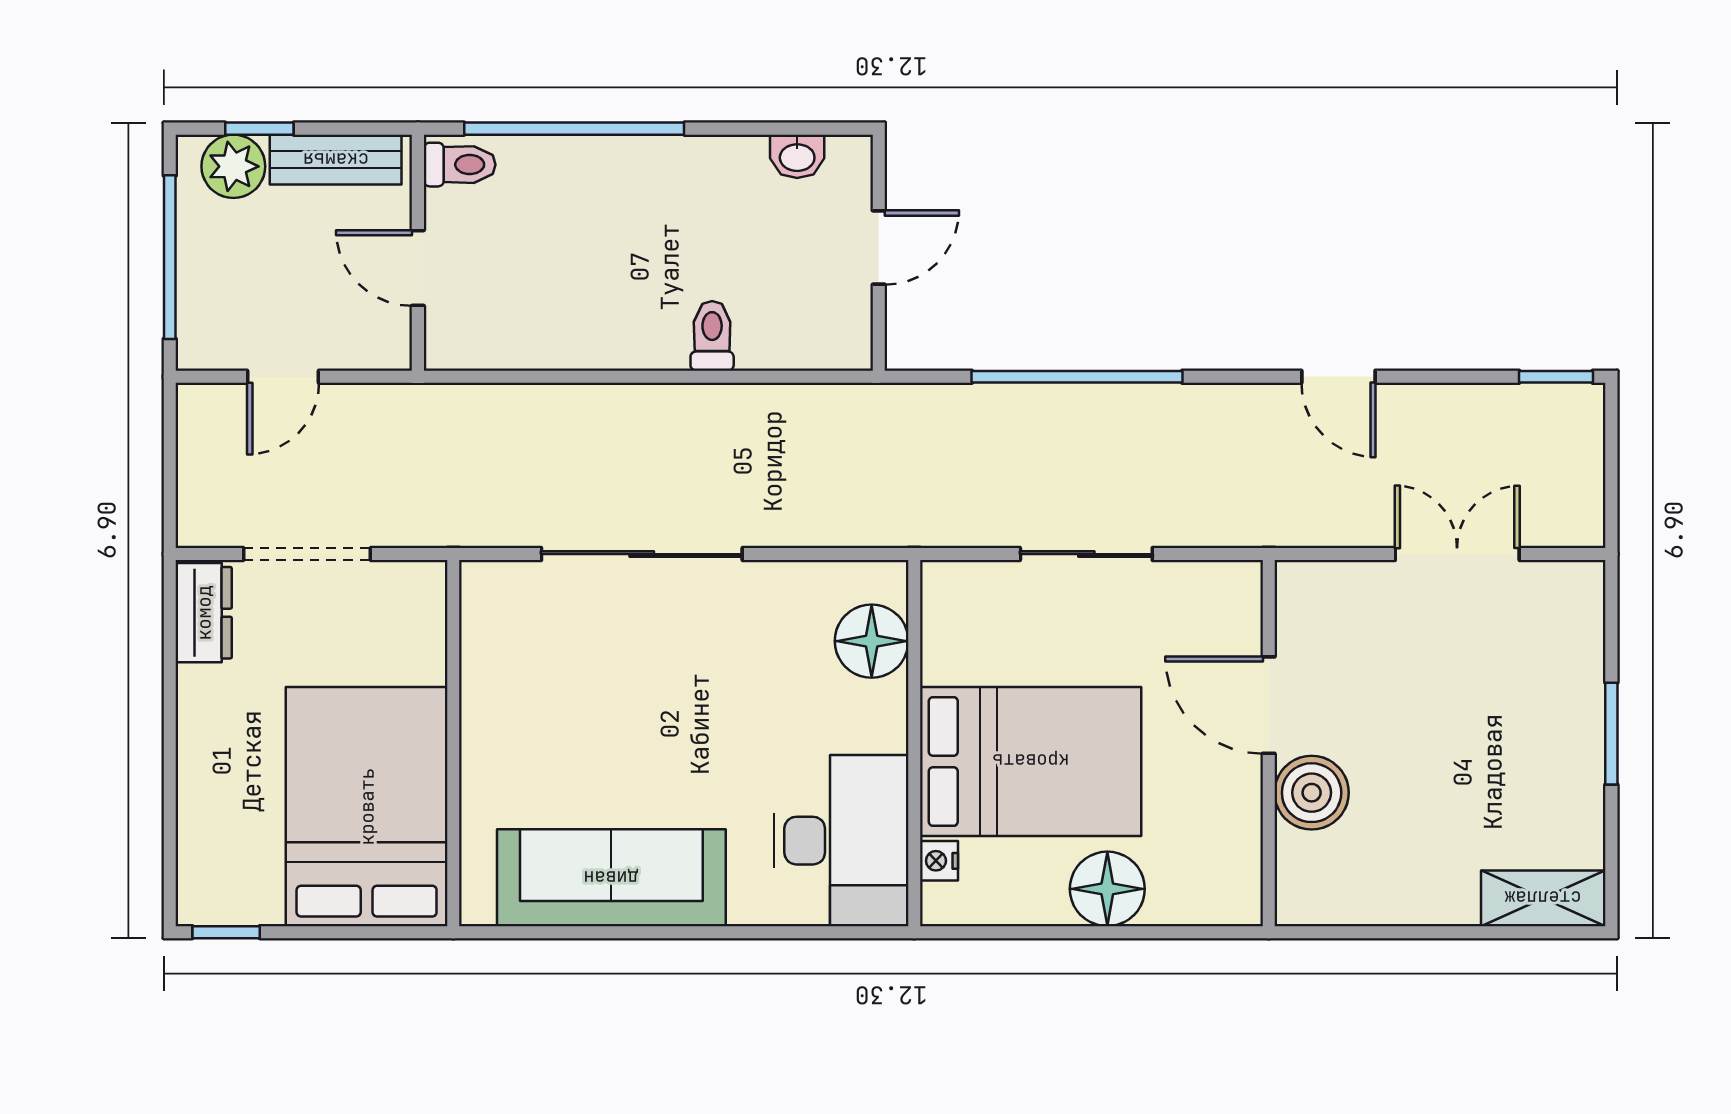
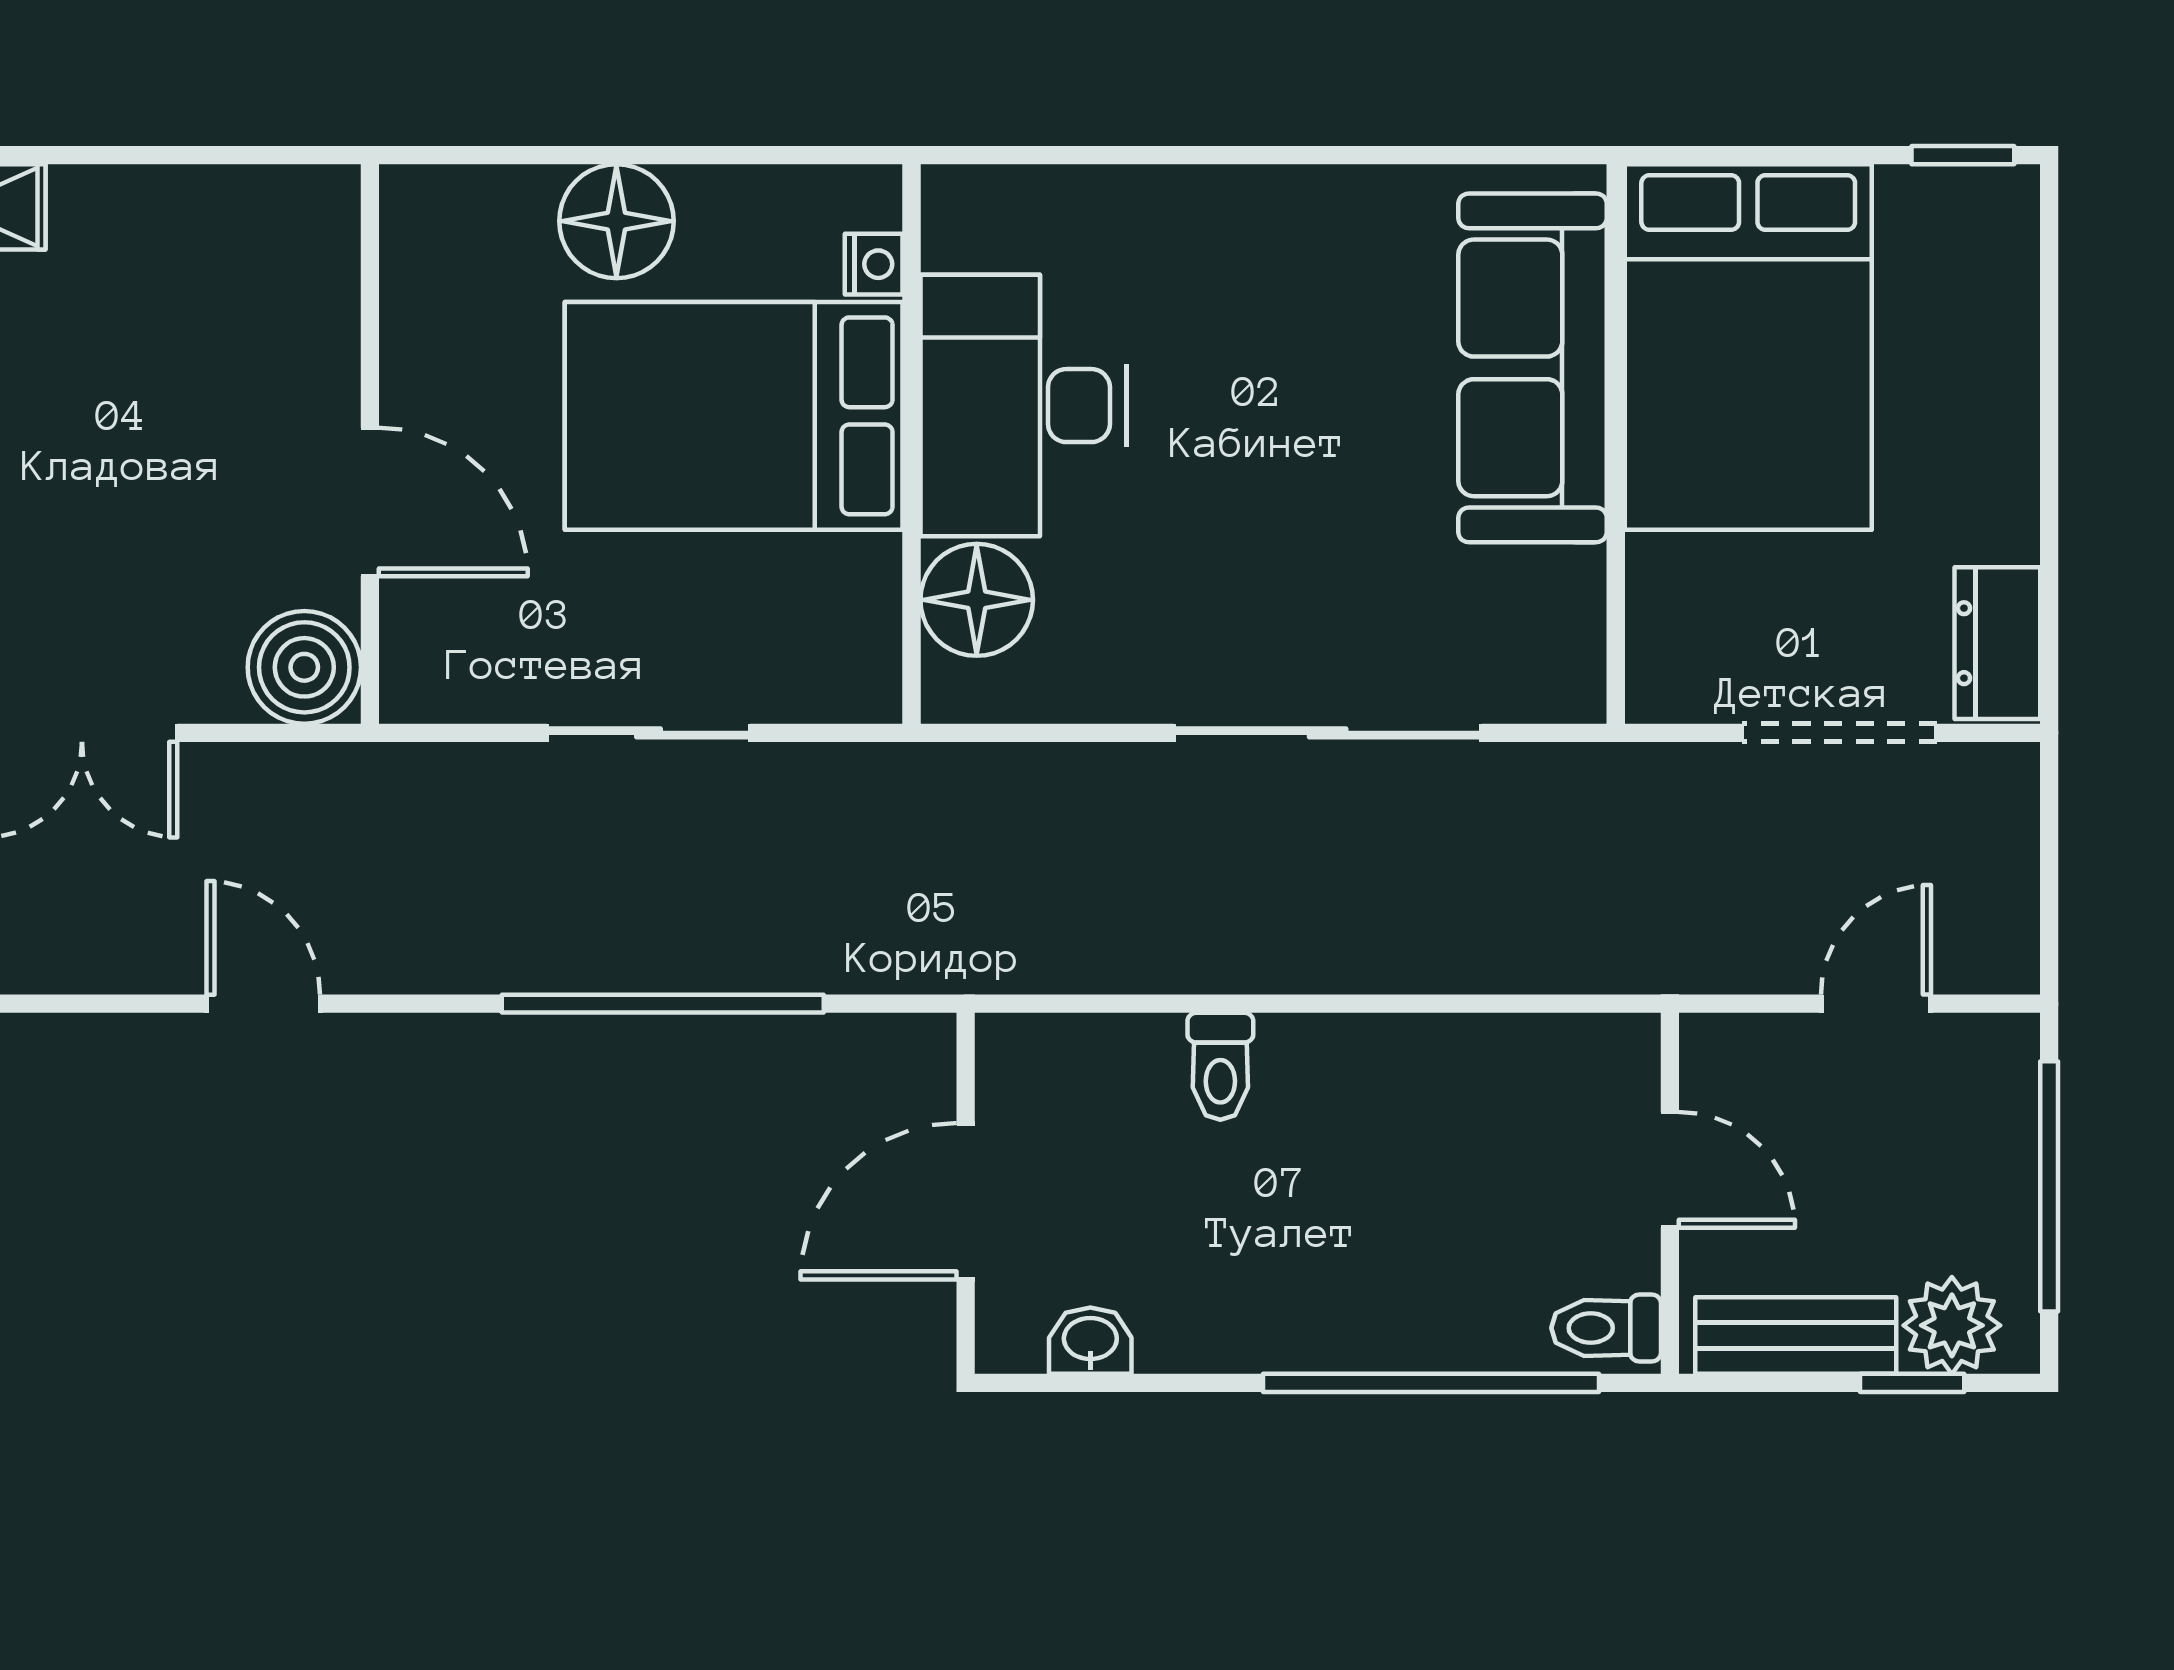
door: (879, 247) -> (966, 1201), width x1.38
boiler: (1312, 793) -> (304, 667), moved
desk: (841, 841) -> (1023, 406), moved
sofa: (611, 878) -> (1533, 368), moved, turned 90

